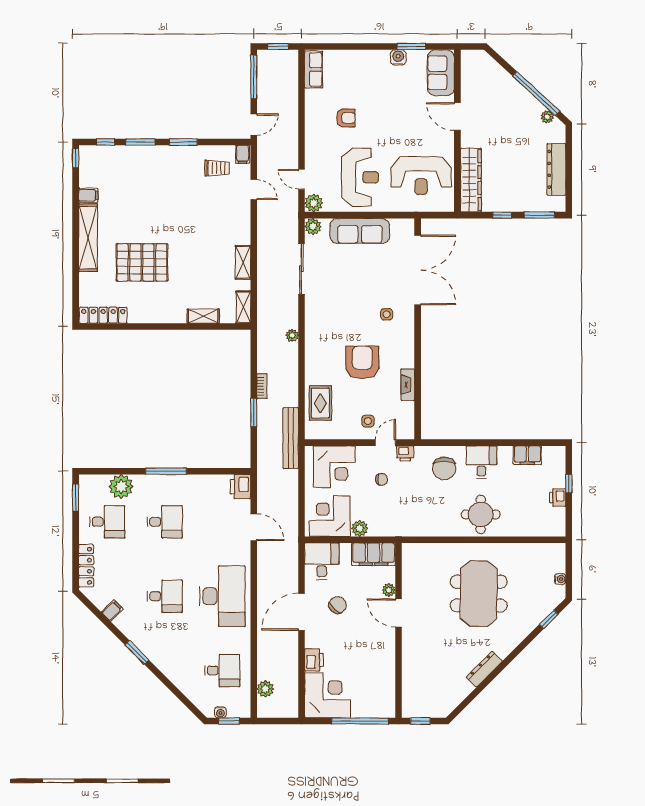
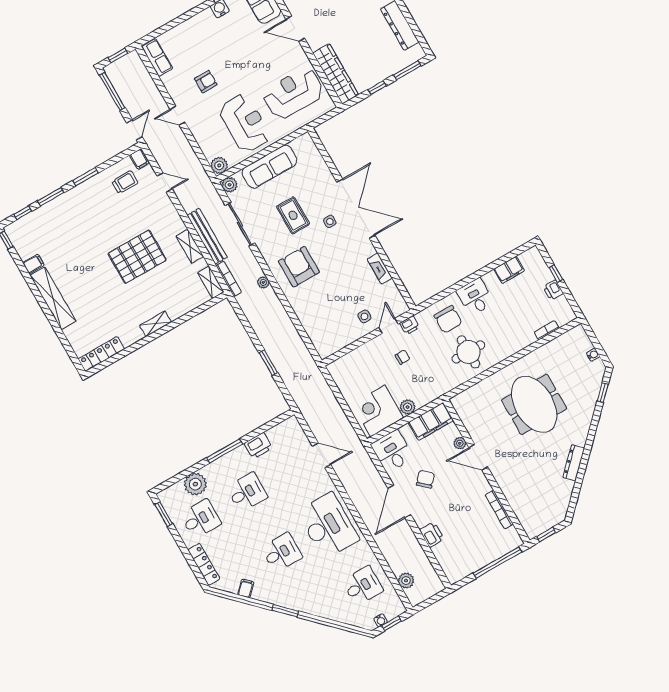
reception desk: (421, 176) -> (293, 93), turned 180
door: (302, 179) -> (178, 116), moved
pallet: (142, 262) -> (137, 257), moved
double door: (418, 270) -> (356, 209), moved
shelving: (203, 316) -> (155, 324), moved
armchair: (362, 362) -> (299, 267), moved
bookcase: (262, 386) -> (229, 279), moved, width x1.56
rug: (320, 403) -> (293, 215), moved
bench: (291, 438) -> (207, 236), moved
corner desk: (334, 467) -> (358, 369), removed
printer: (241, 487) -> (258, 446), moved, turned -90
round table: (481, 514) -> (468, 352), moved
bookcase: (530, 531) -> (547, 330), added
bookcase: (390, 673) -> (499, 510), added
corner desk: (327, 695) -> (459, 557), removed

